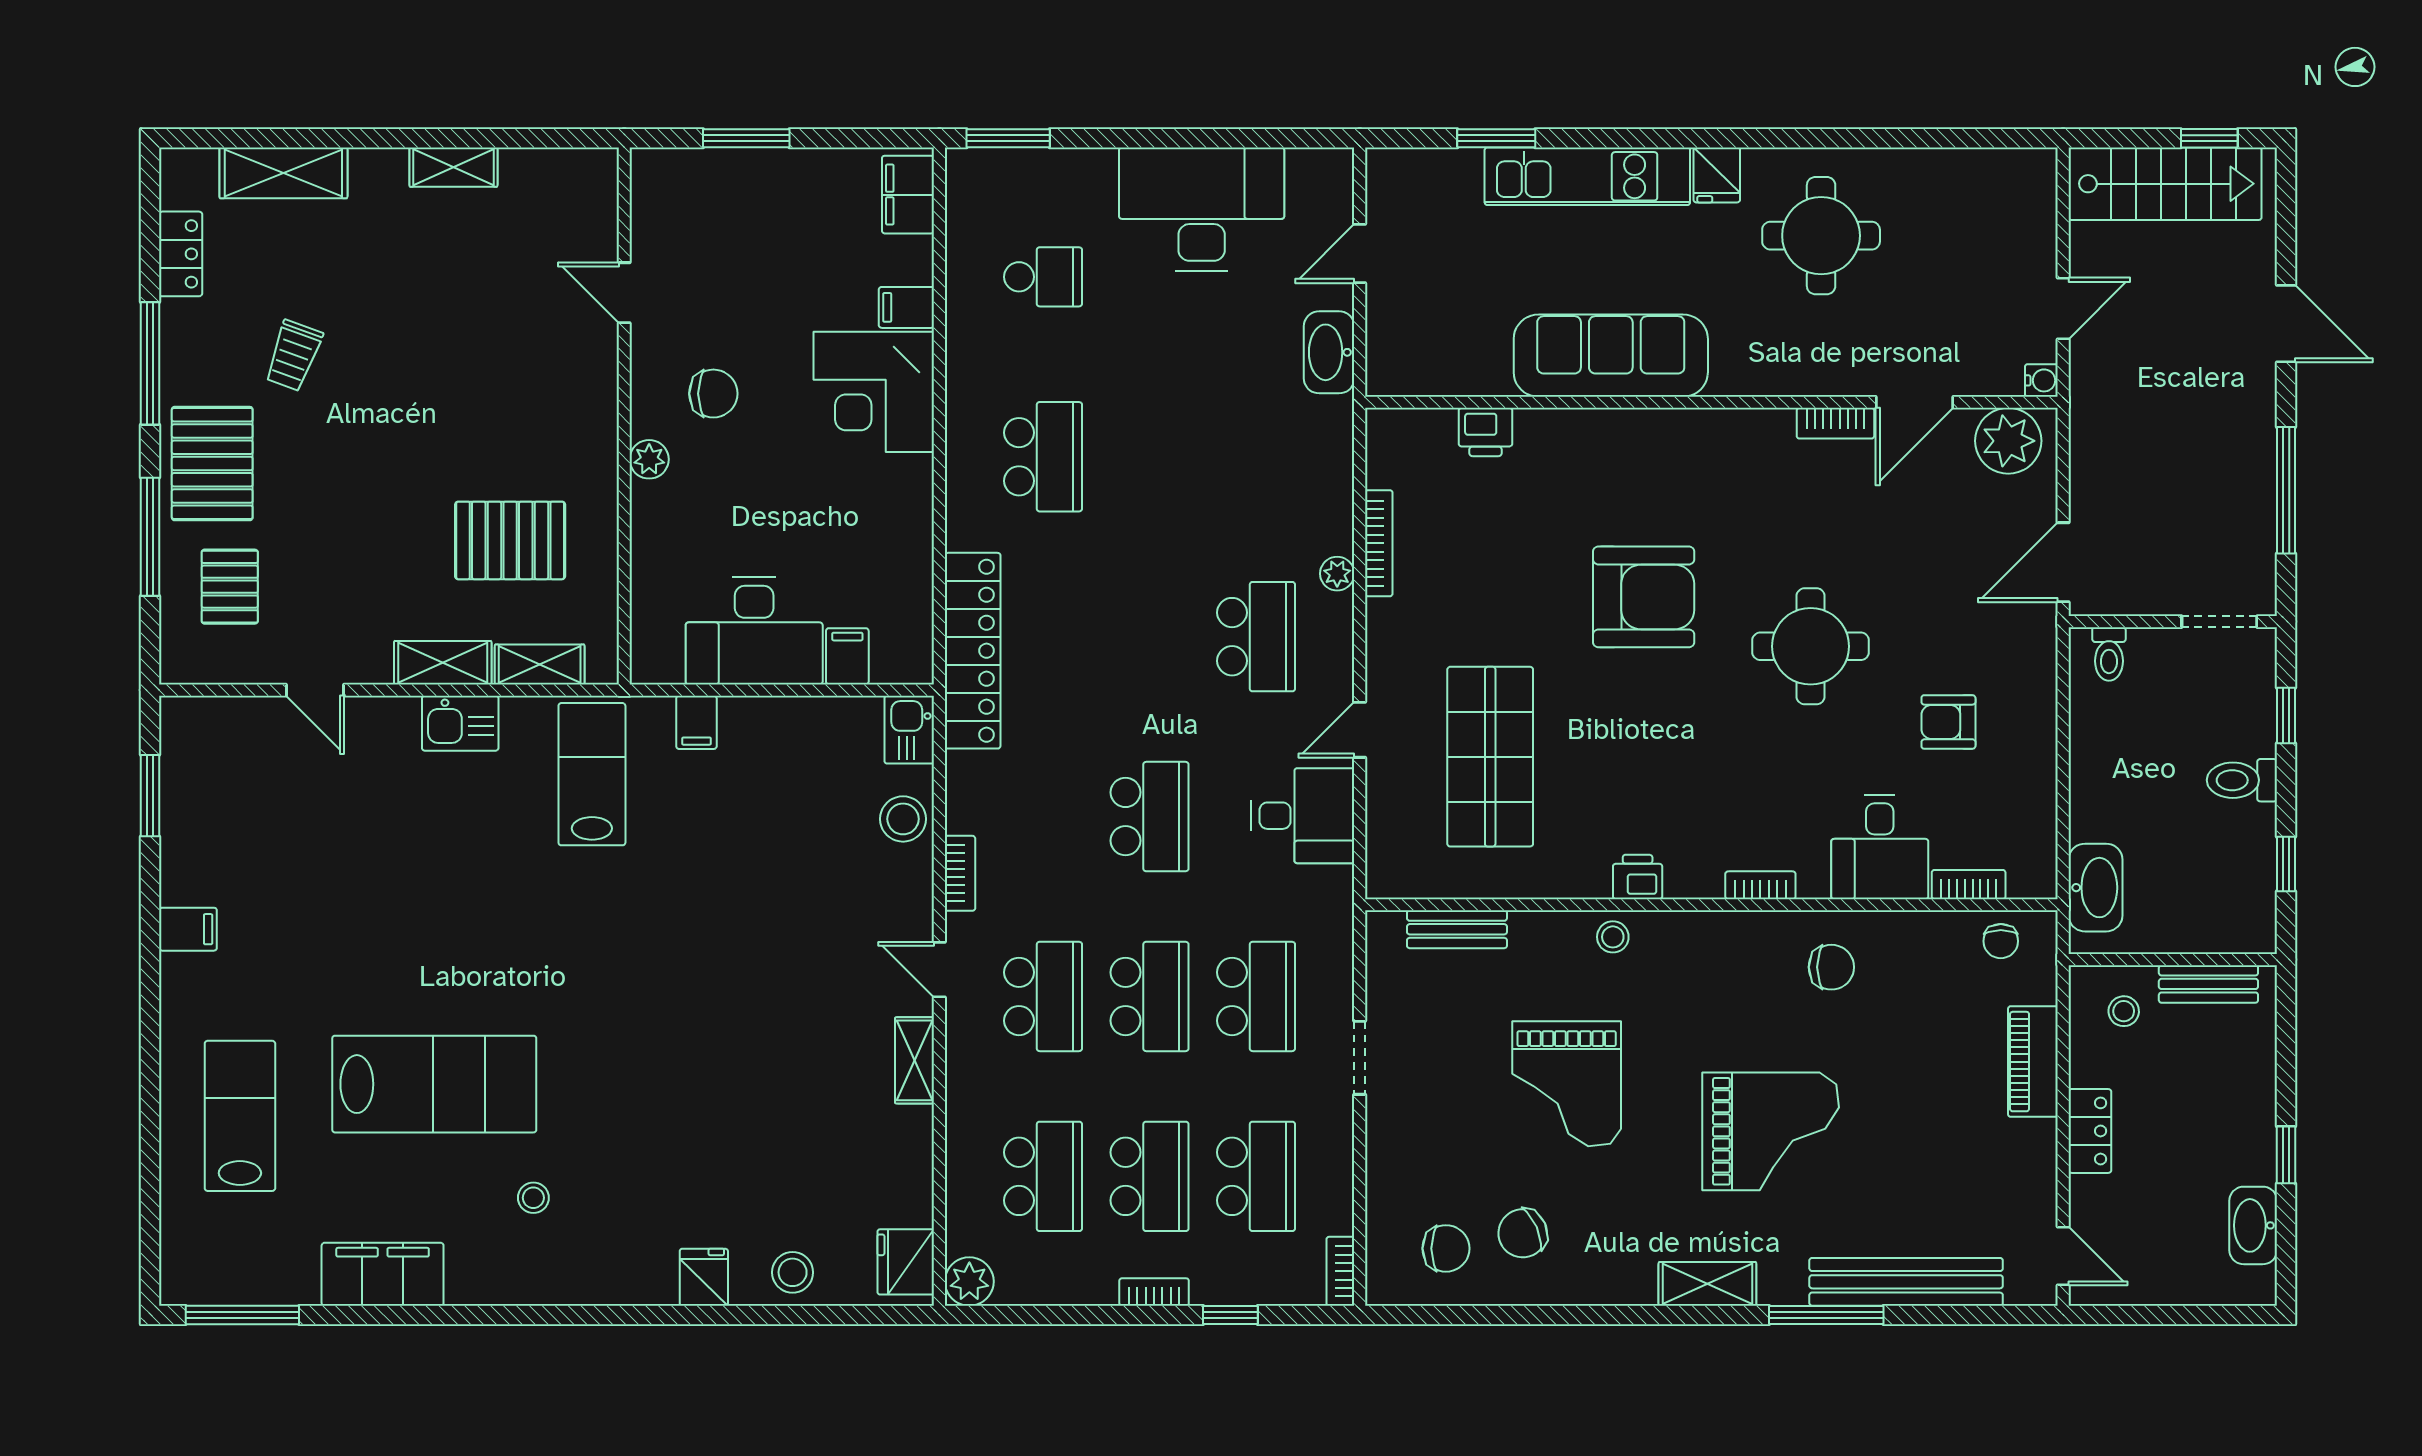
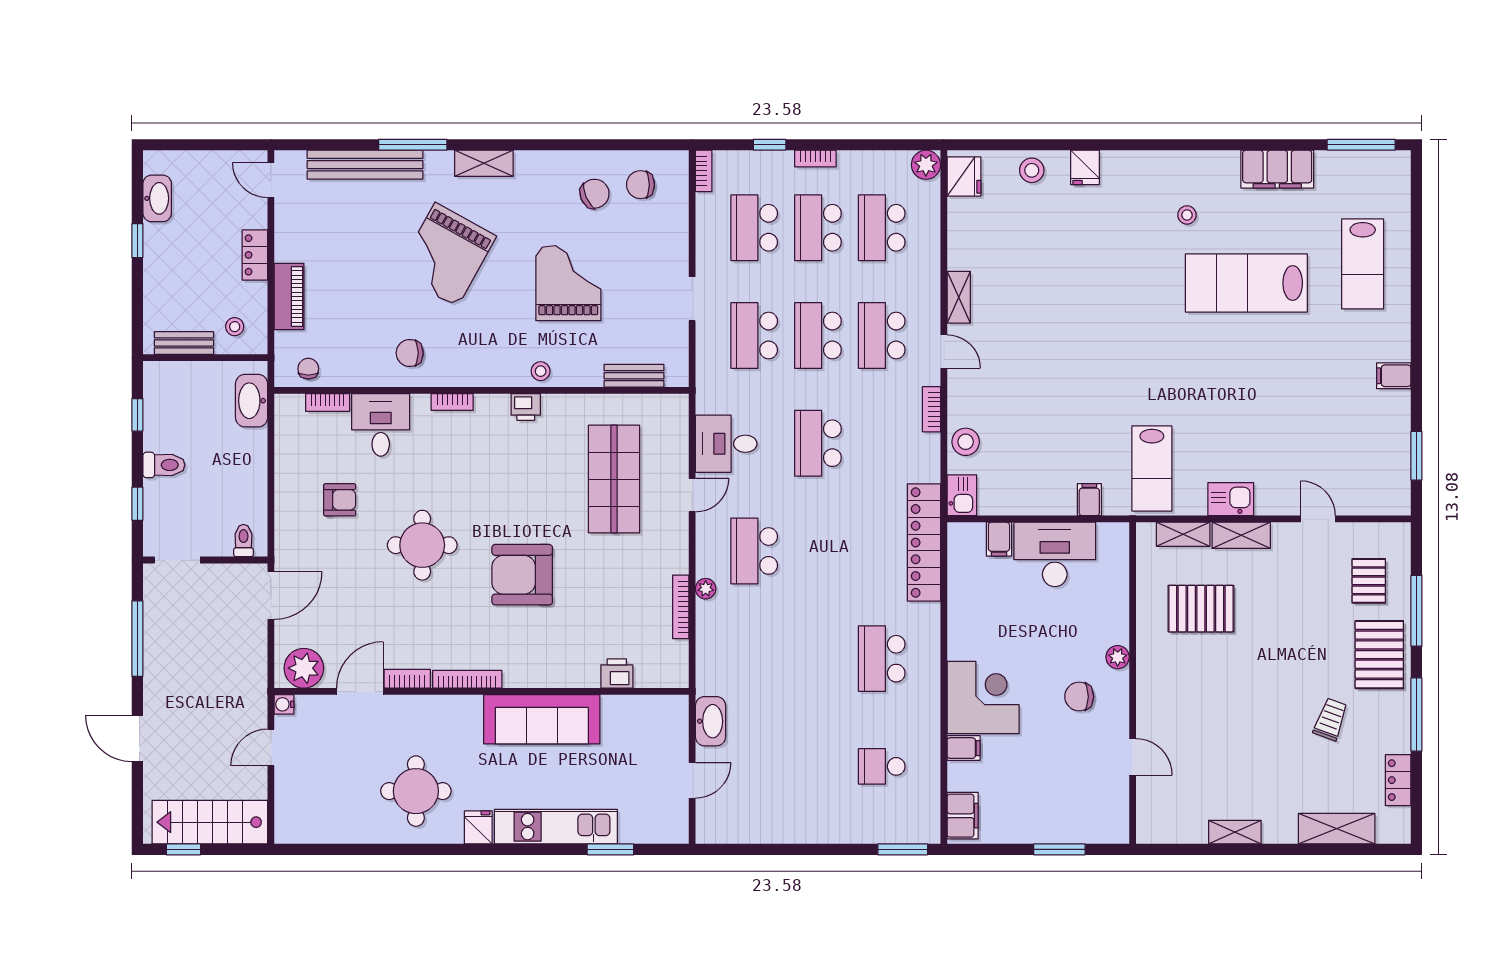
desk: (1202, 209) -> (787, 807), removed
bookcase: (1735, 423) -> (467, 679), added
grand piano: (1771, 1131) -> (446, 255), turned -61

